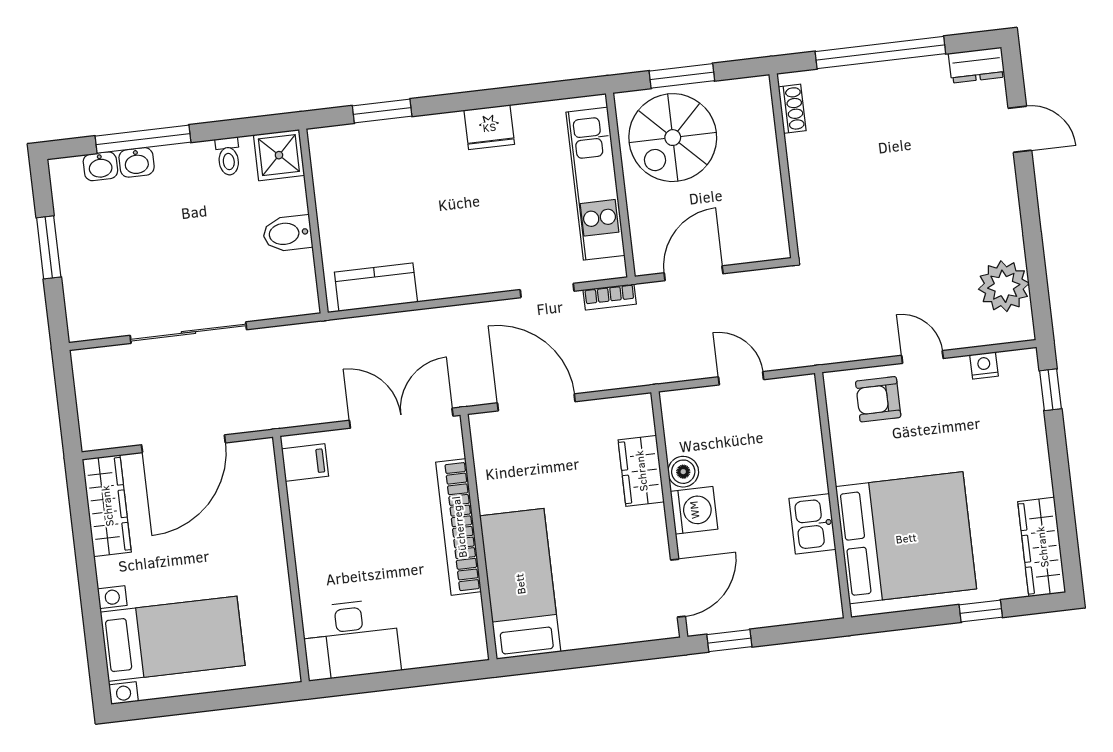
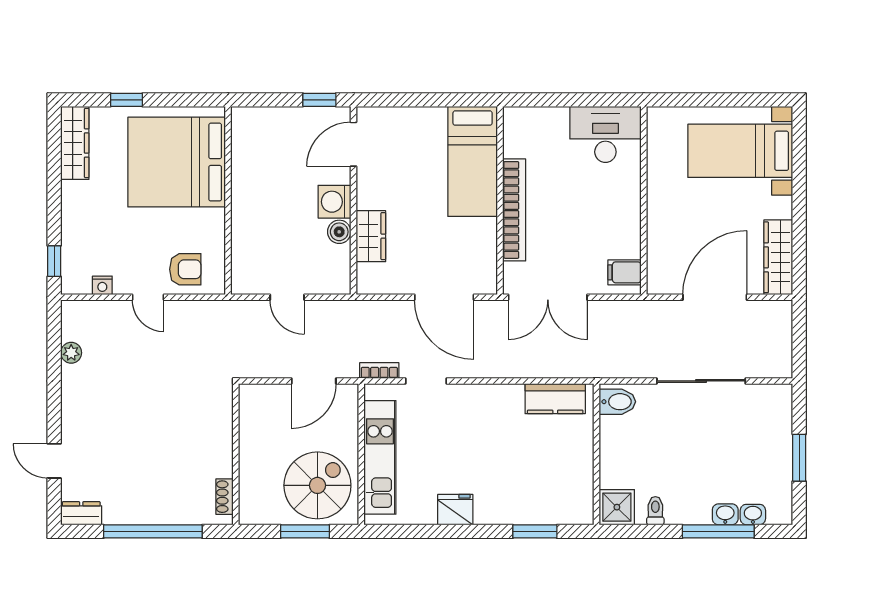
bidet: (287, 233) -> (617, 402), moved
plant: (1004, 286) -> (71, 353), width x0.53, depth x0.53
kitchen sink: (812, 524) -> (246, 181), removed

